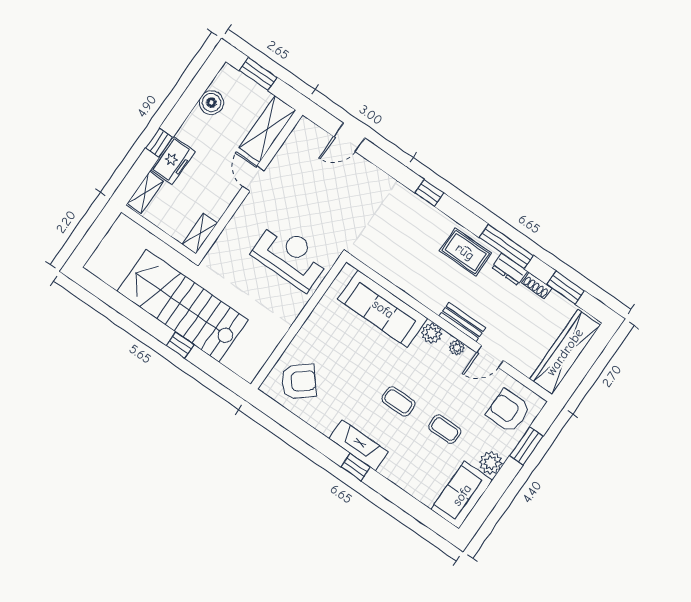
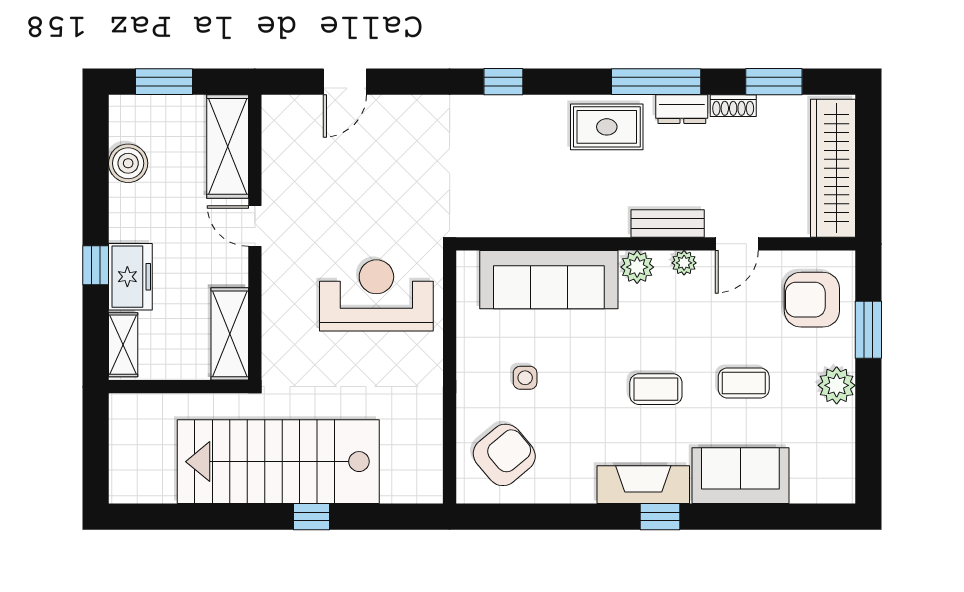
shelving: (200, 234) -> (230, 334), width x1.50, depth x1.33
side table: (336, 350) -> (525, 378), added
sofa: (462, 495) -> (740, 476), moved, turned 90

